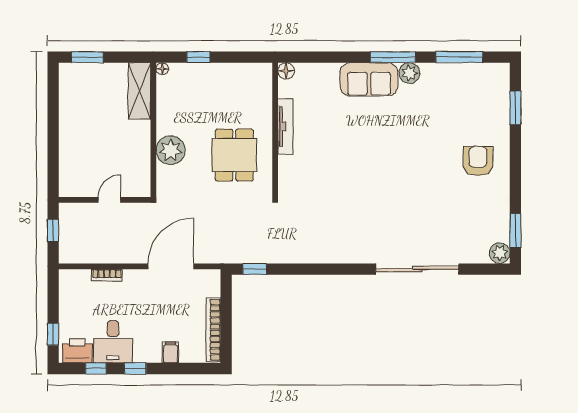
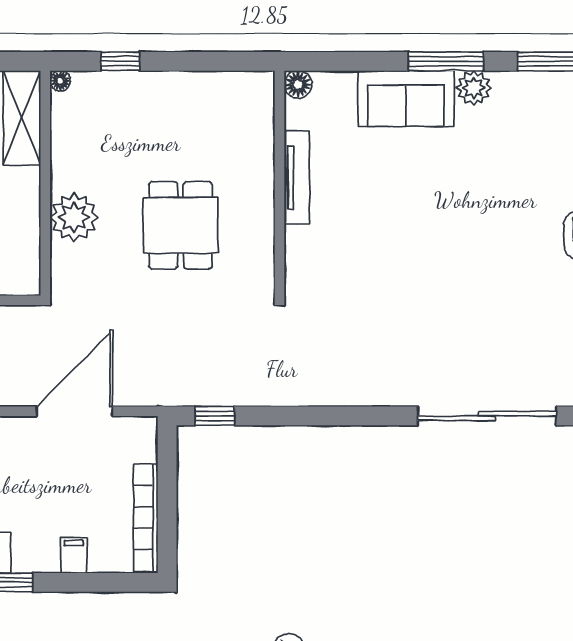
floor lamp: (286, 71) -> (298, 84), moved
tv unit: (285, 126) -> (297, 177), moved
wall: (275, 130) -> (280, 183), moved

